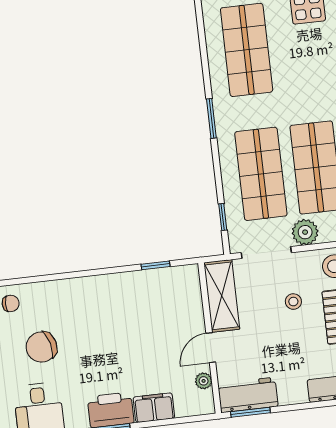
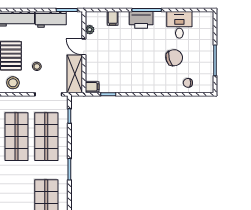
plant: (305, 232) -> (26, 103), removed
filing cabinet: (187, 276) -> (92, 87), added
door: (211, 348) -> (84, 47), swing flipped
workbench: (248, 395) -> (51, 19), moved
filing cabinet: (154, 408) -> (113, 18), width x0.50

